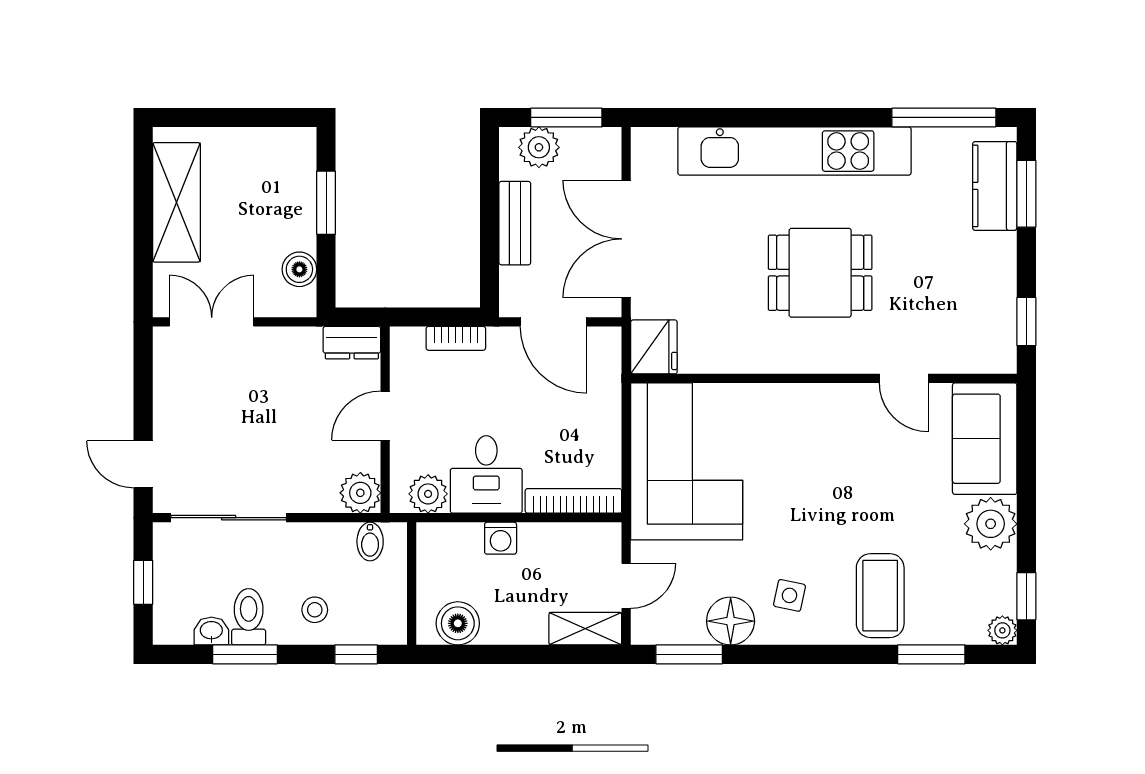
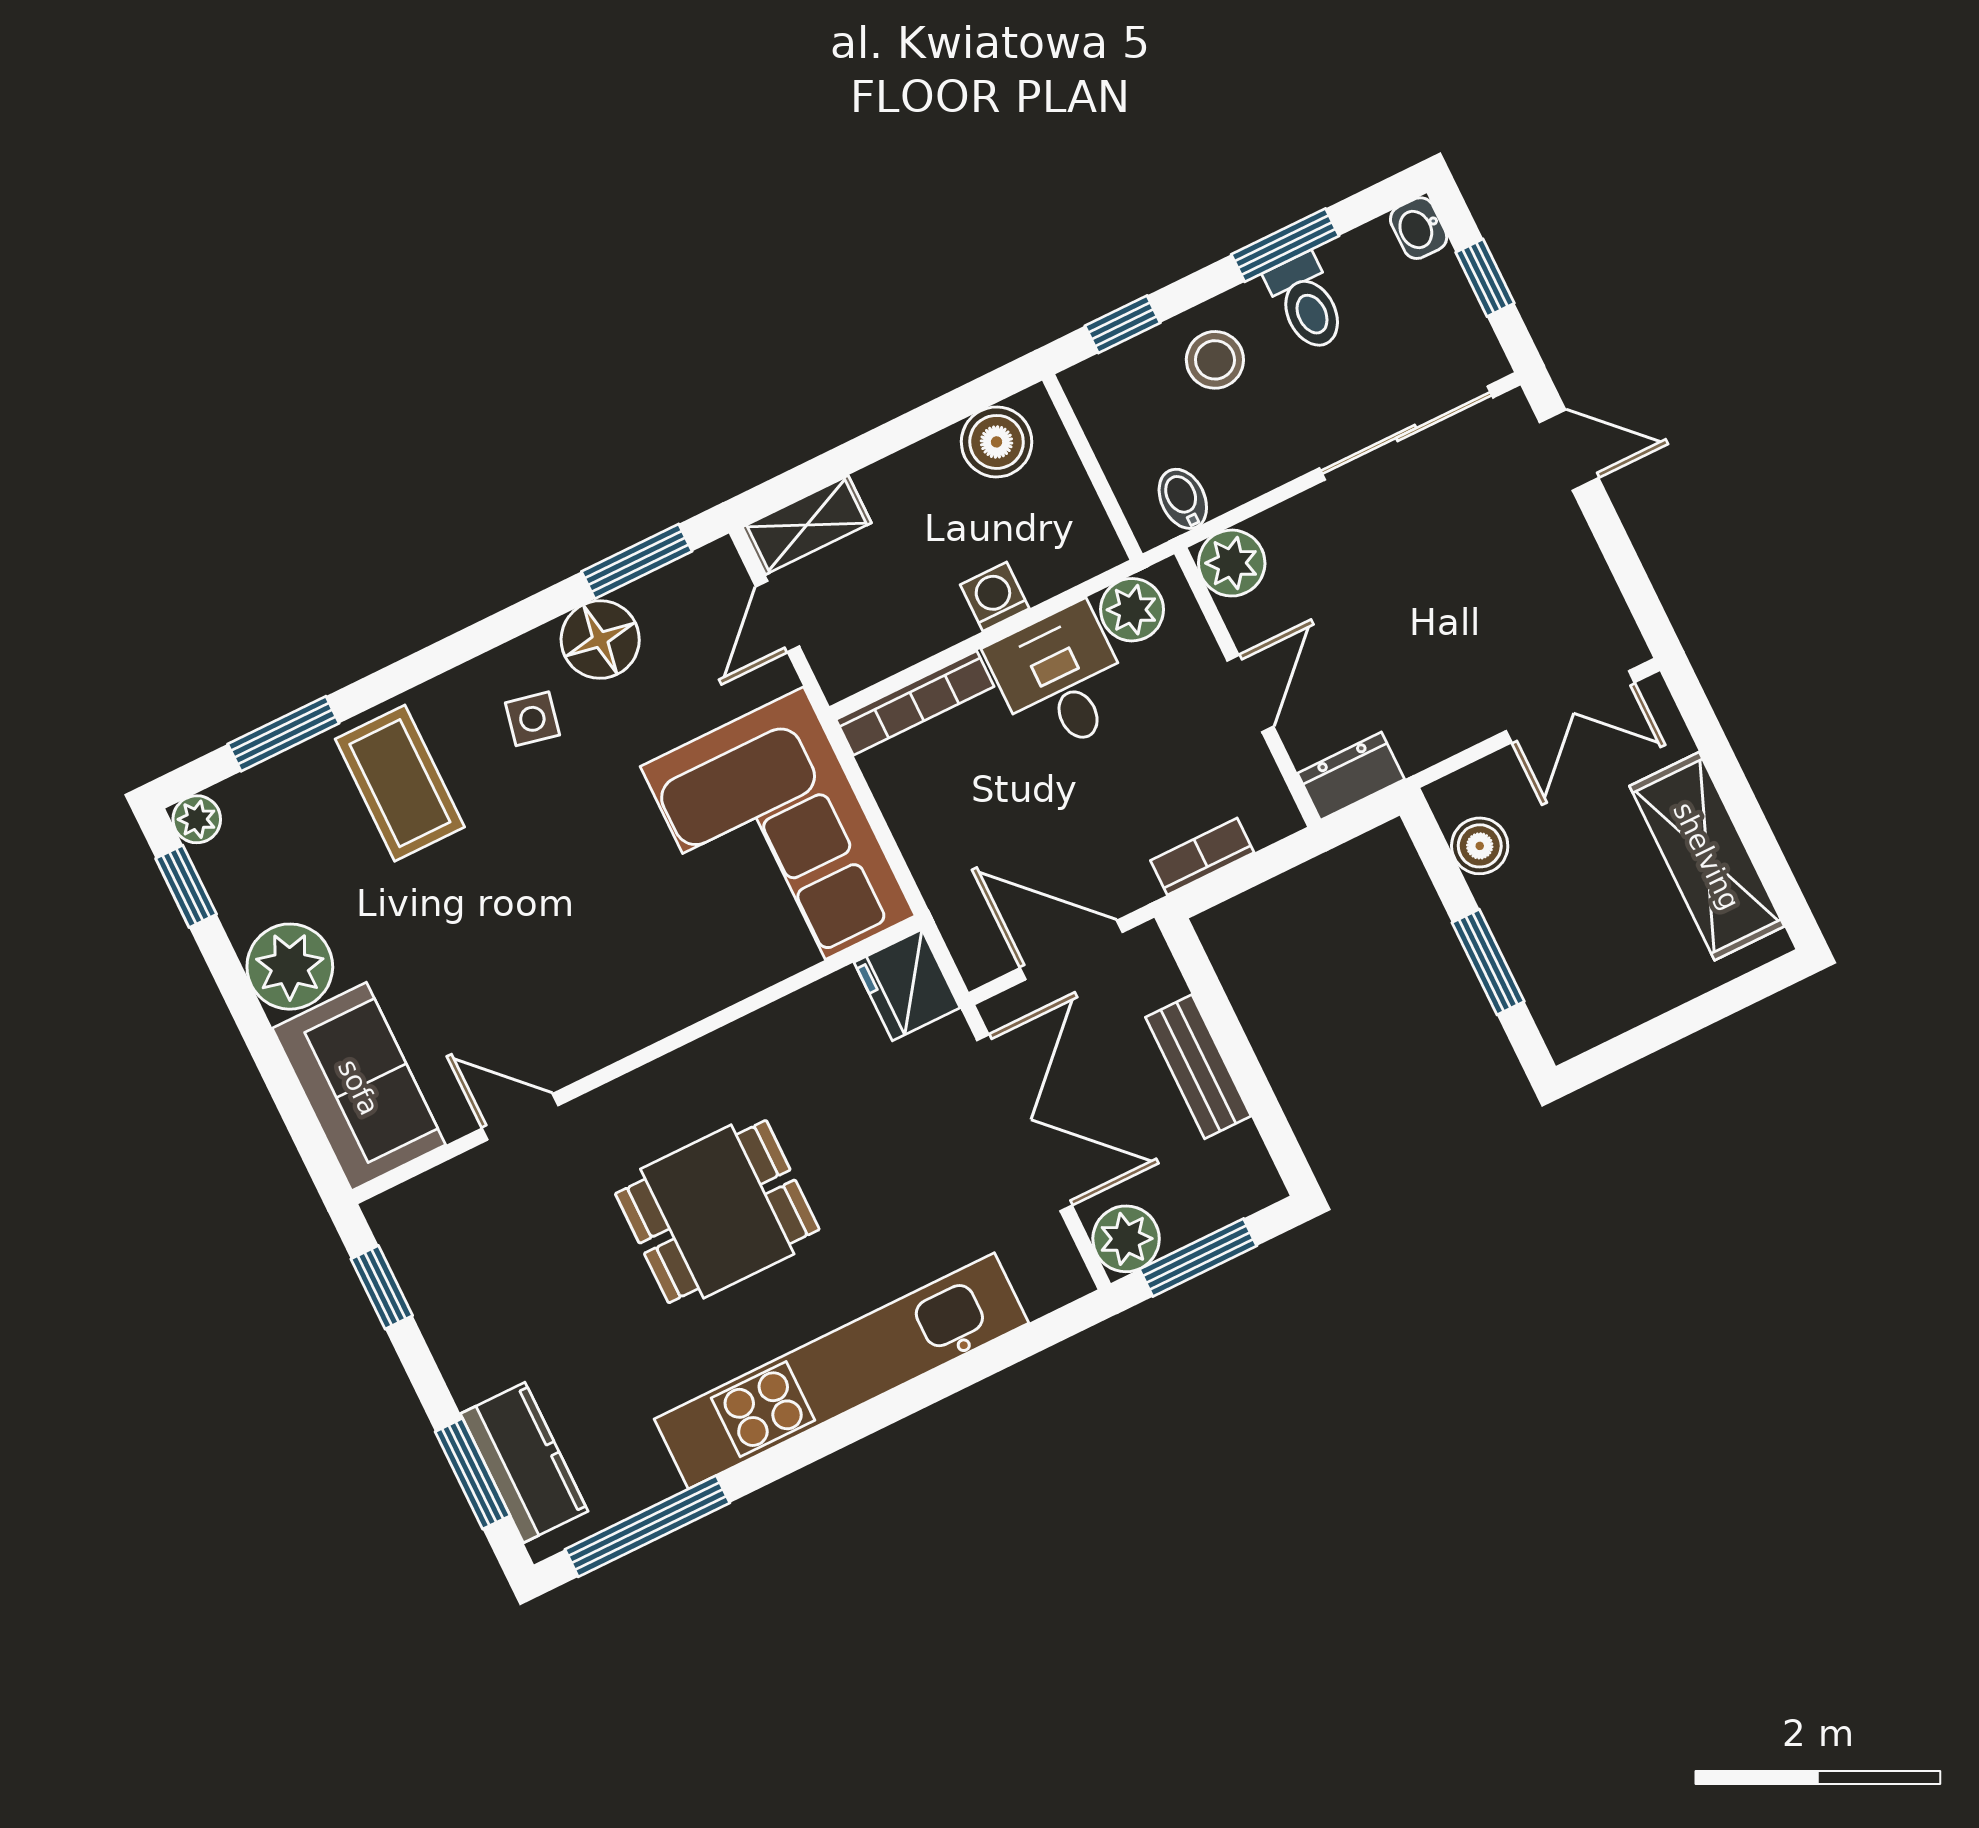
plant: (539, 147) -> (1126, 1239), moved
stool: (315, 610) -> (1215, 360), width x1.37, depth x1.37
washbasin: (211, 631) -> (1419, 228), moved, turned 90

